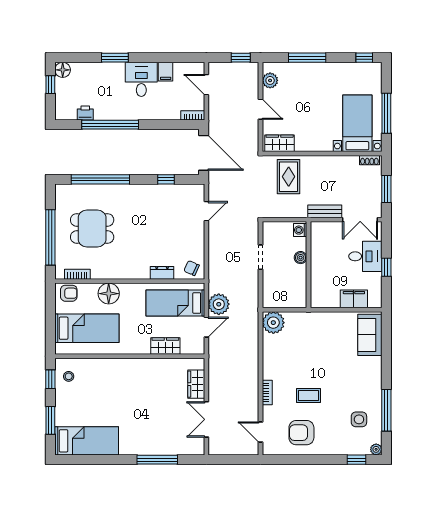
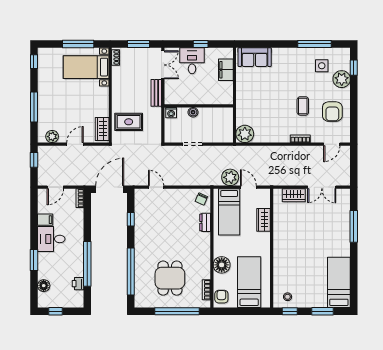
floor lamp: (63, 70) -> (44, 286), moved
plant: (376, 449) -> (342, 79), moved, width x1.88, depth x1.88

